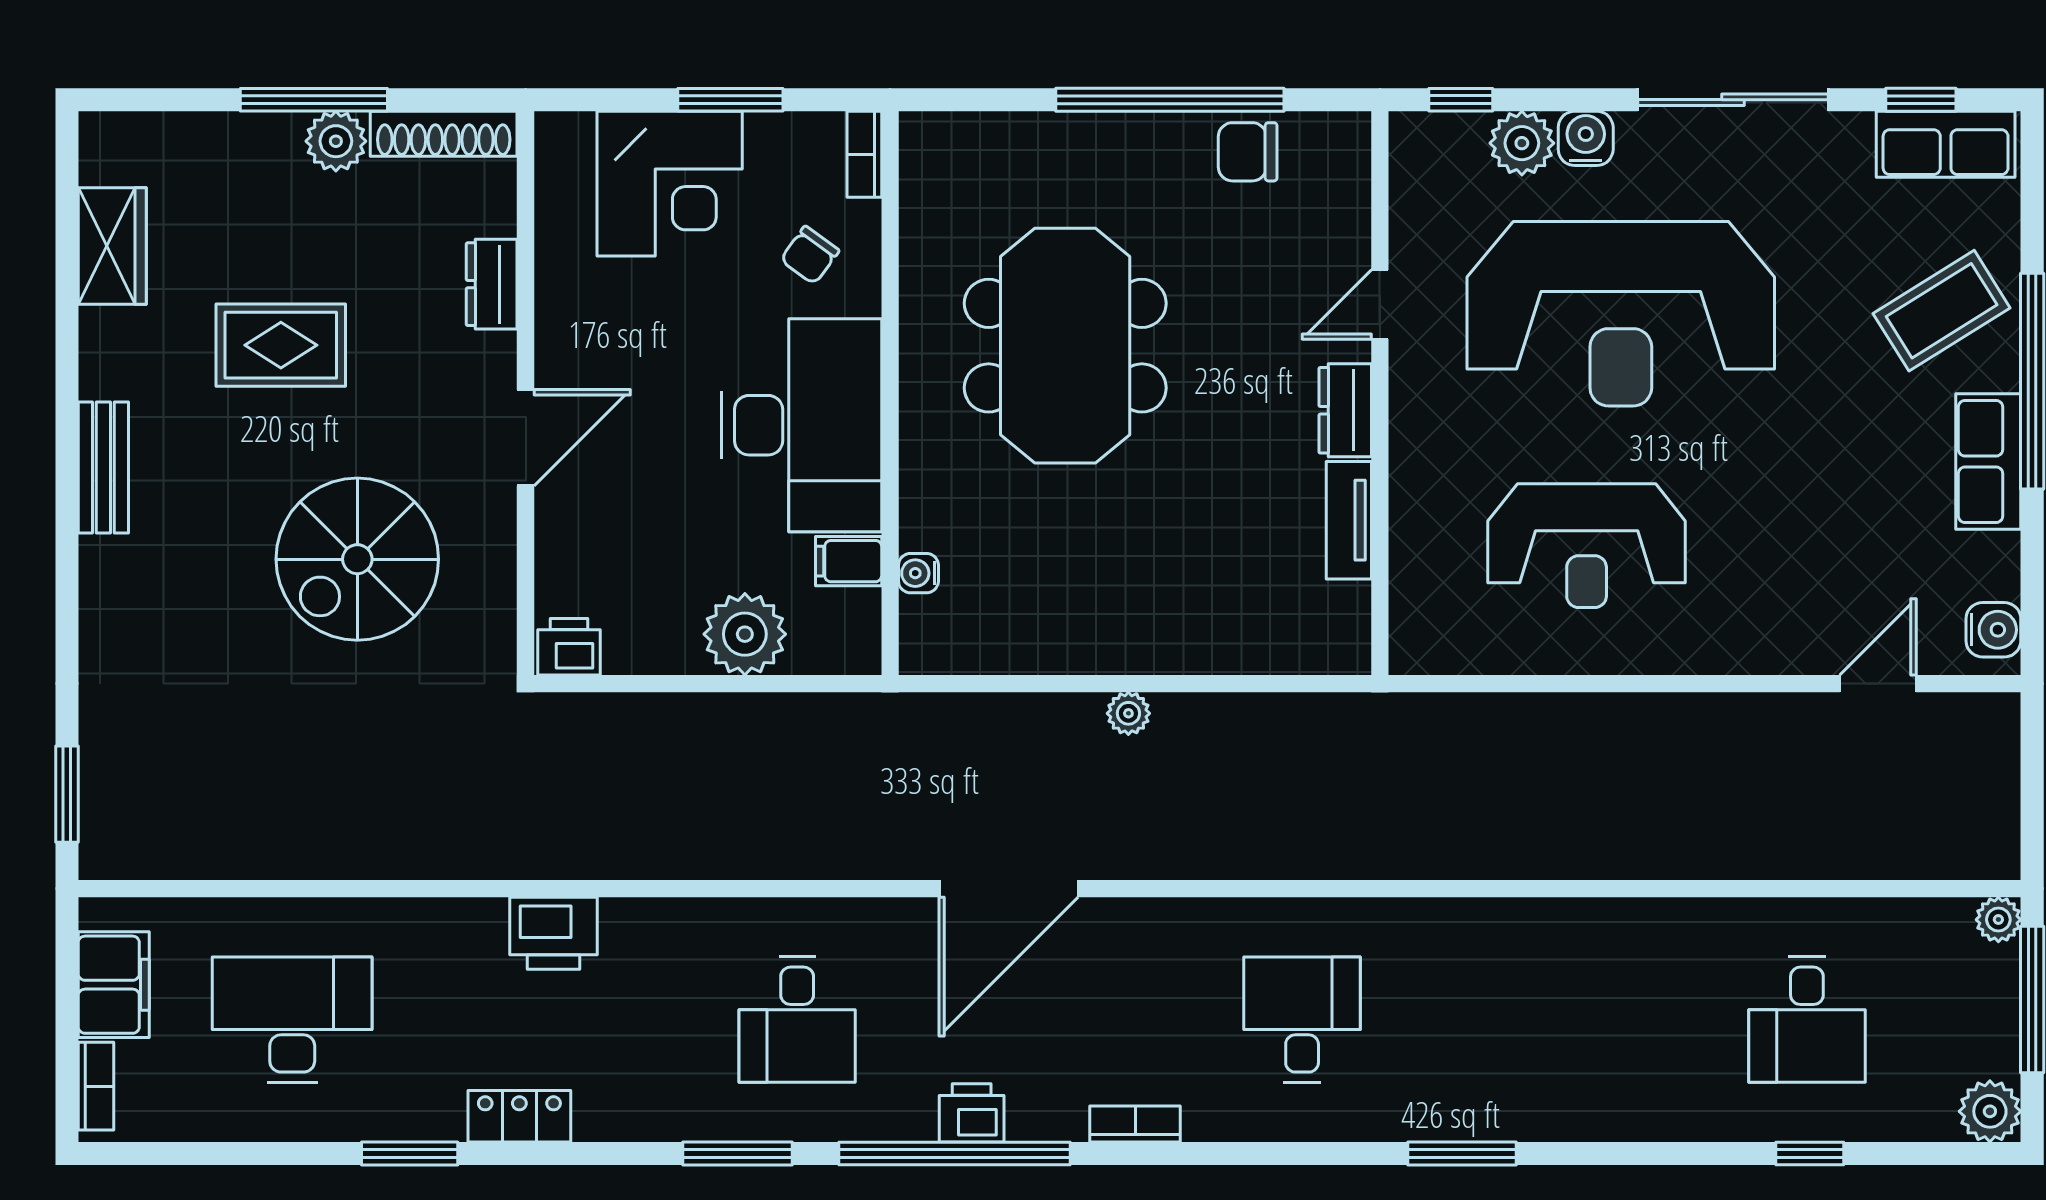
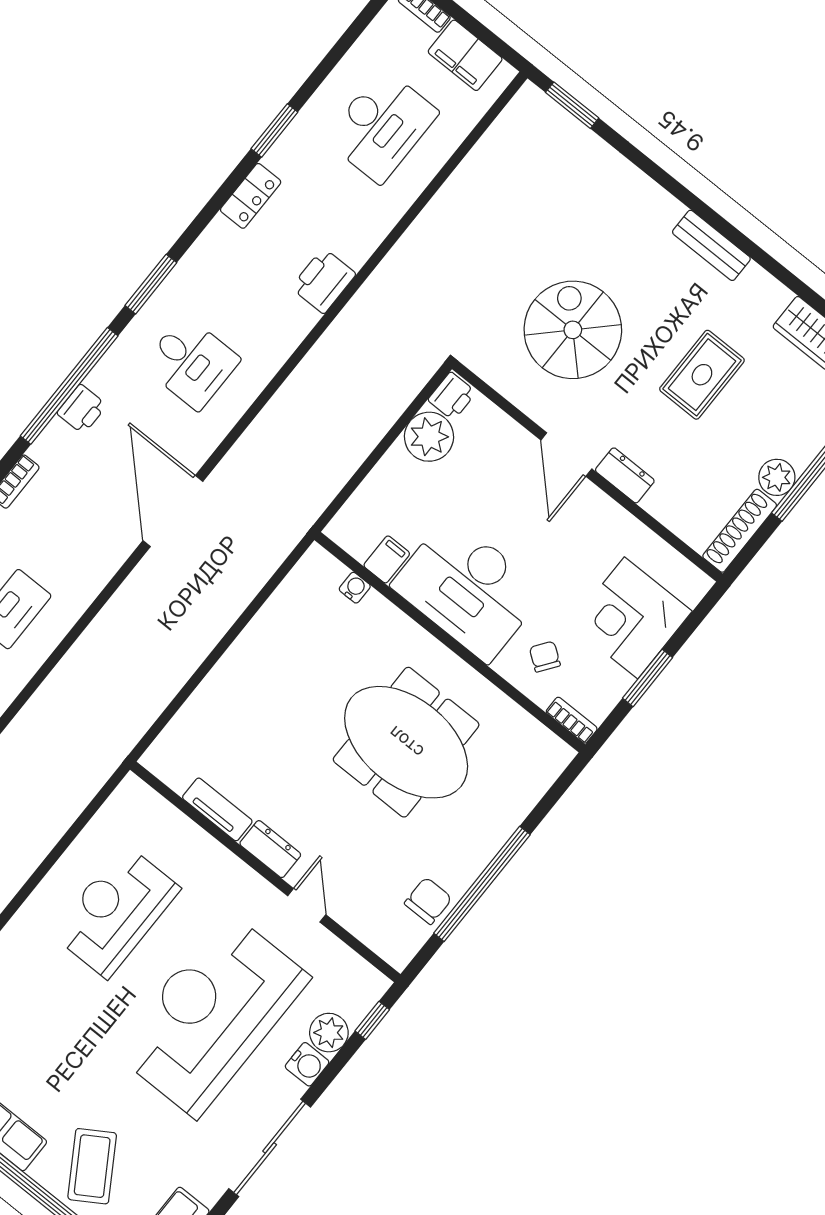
dresser: (492, 284) -> (625, 475), moved
plant: (745, 634) -> (429, 437), moved
plant: (1128, 713) -> (210, 633), removed
desk: (797, 1020) -> (191, 362), turned 180

